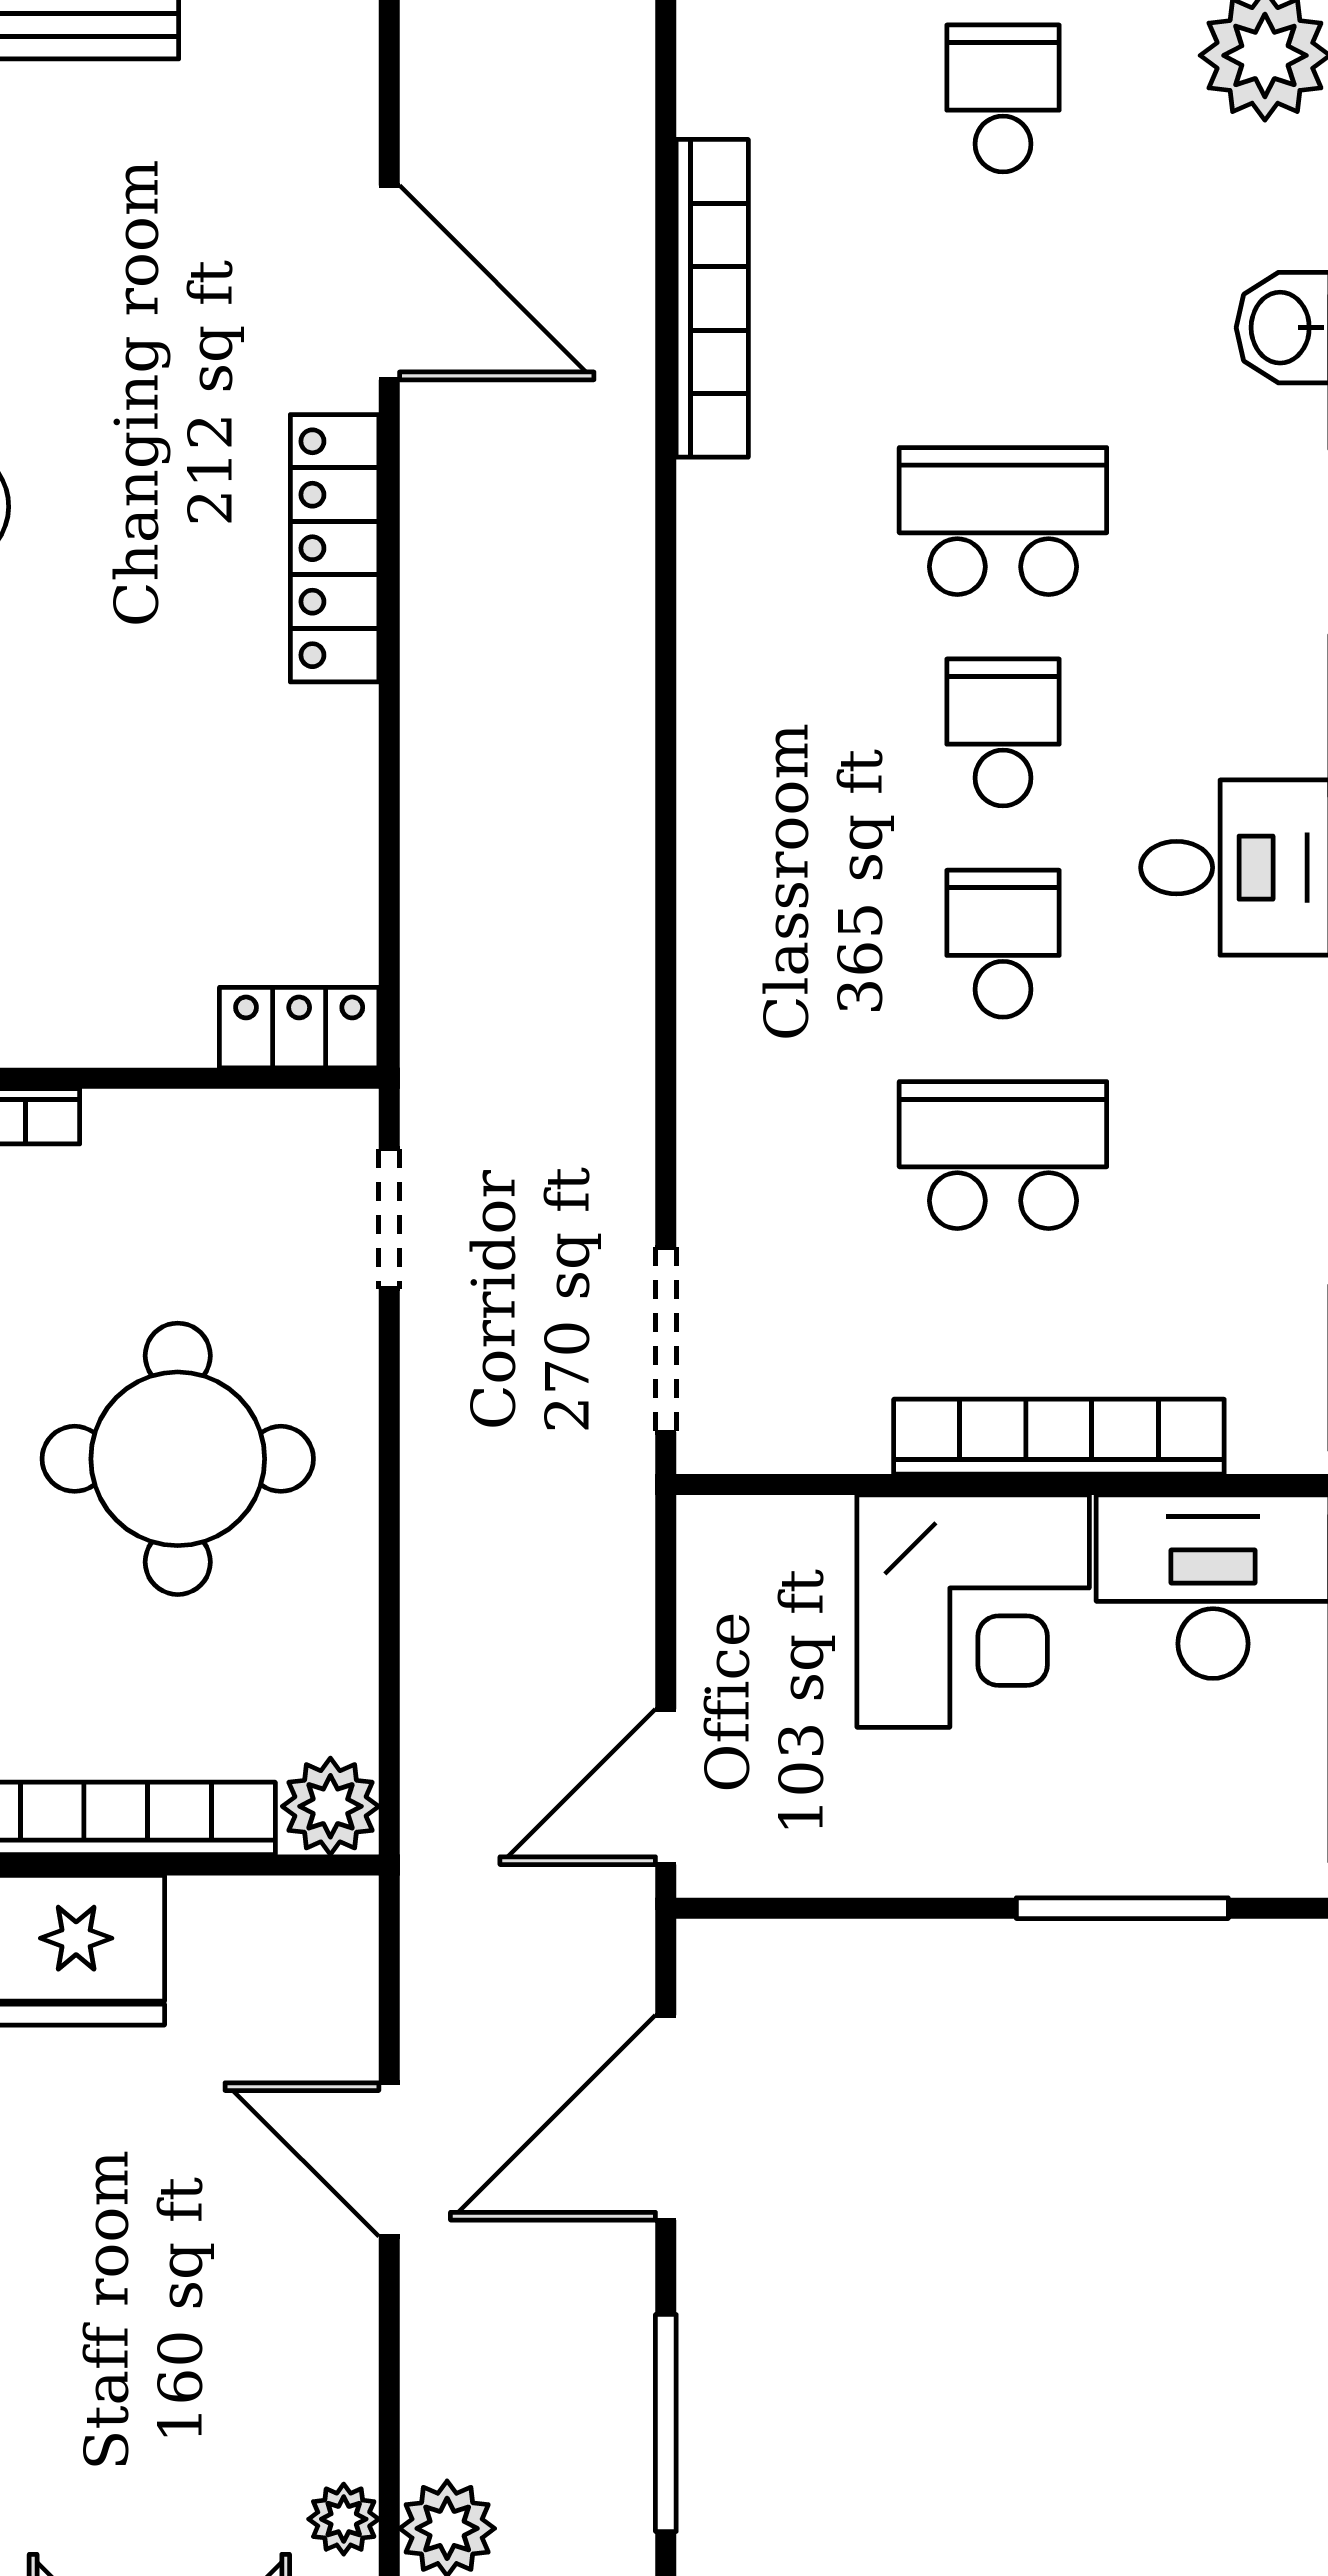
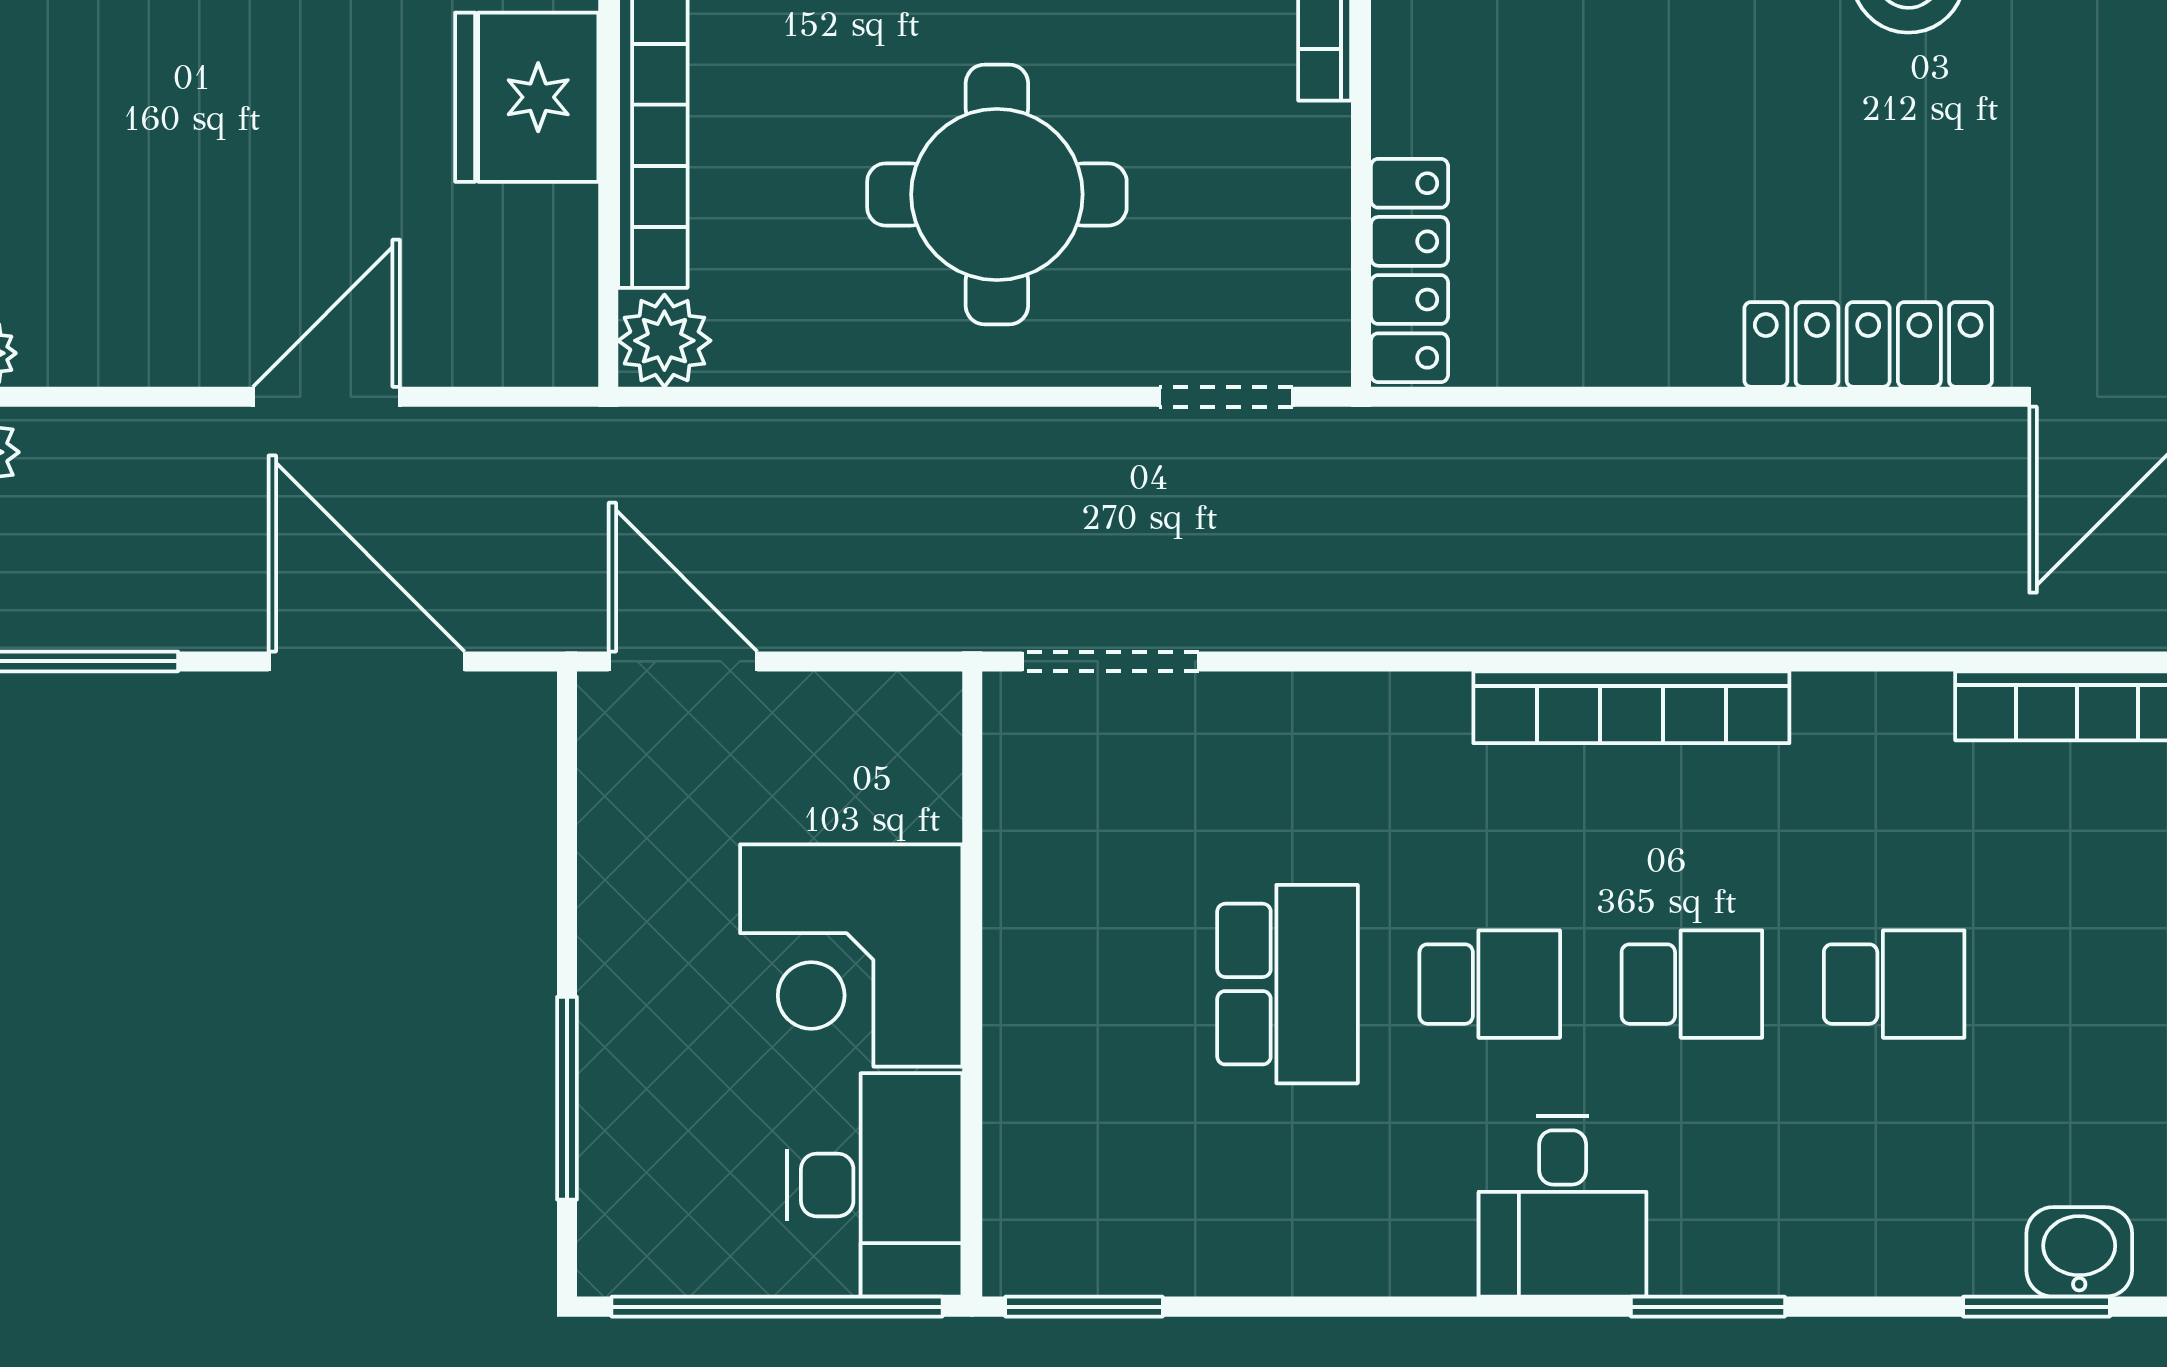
school desk: (1003, 521) -> (1894, 984), width x0.54
locker: (299, 1028) -> (1409, 270), width x1.53
bookcase: (1059, 1437) -> (1631, 707), moved, turned 90

